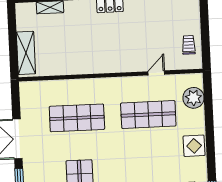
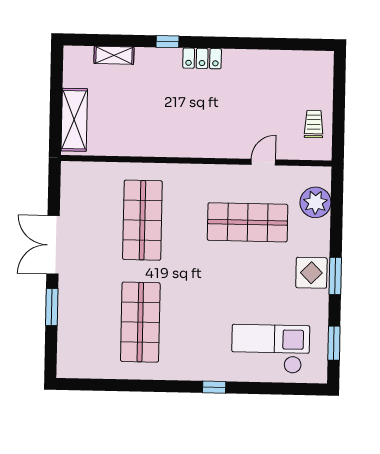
shop shelf: (77, 118) -> (142, 220), turned 90
window: (210, 147) -> (335, 276), added

